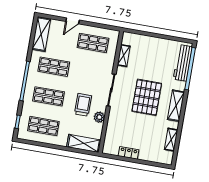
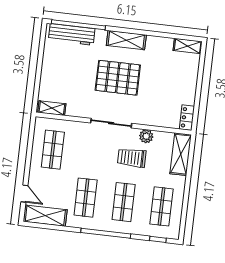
door: (73, 21) -> (24, 194), moved
shelving: (124, 56) -> (52, 108), moved
shelving: (171, 140) -> (188, 46), moved
locker: (129, 153) -> (187, 118), moved

